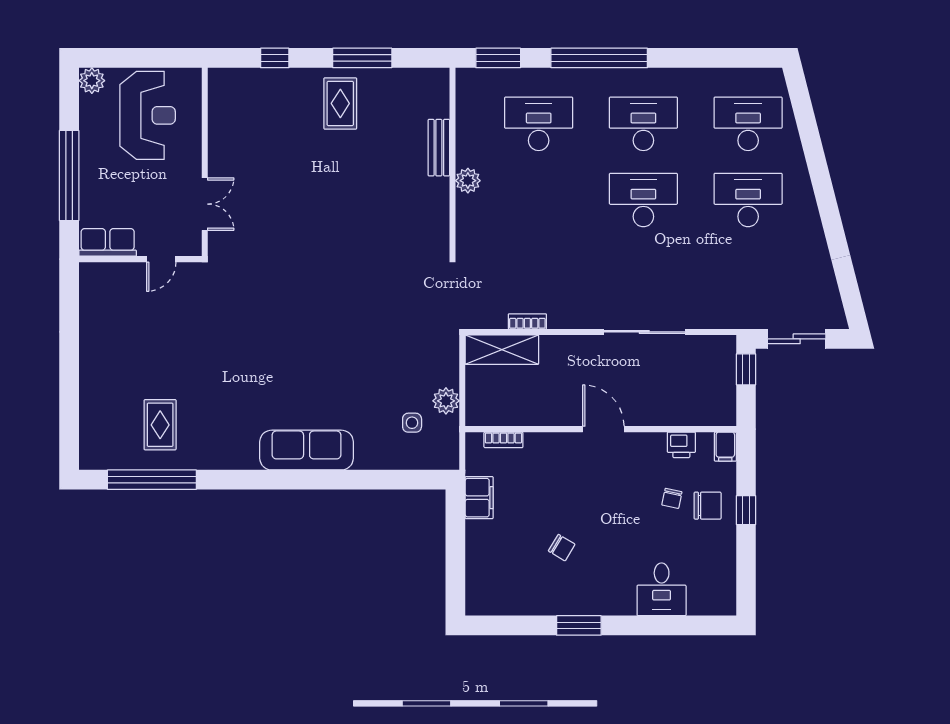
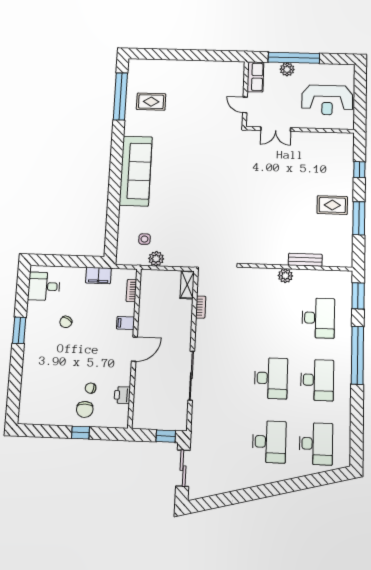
plant: (92, 81) -> (287, 69), moved
shelving: (502, 350) -> (187, 285), width x0.67, depth x0.75
filing cabinet: (725, 447) -> (125, 323), moved
sofa: (307, 450) -> (136, 171), width x1.36, depth x1.27
desk: (662, 589) -> (44, 286), moved

